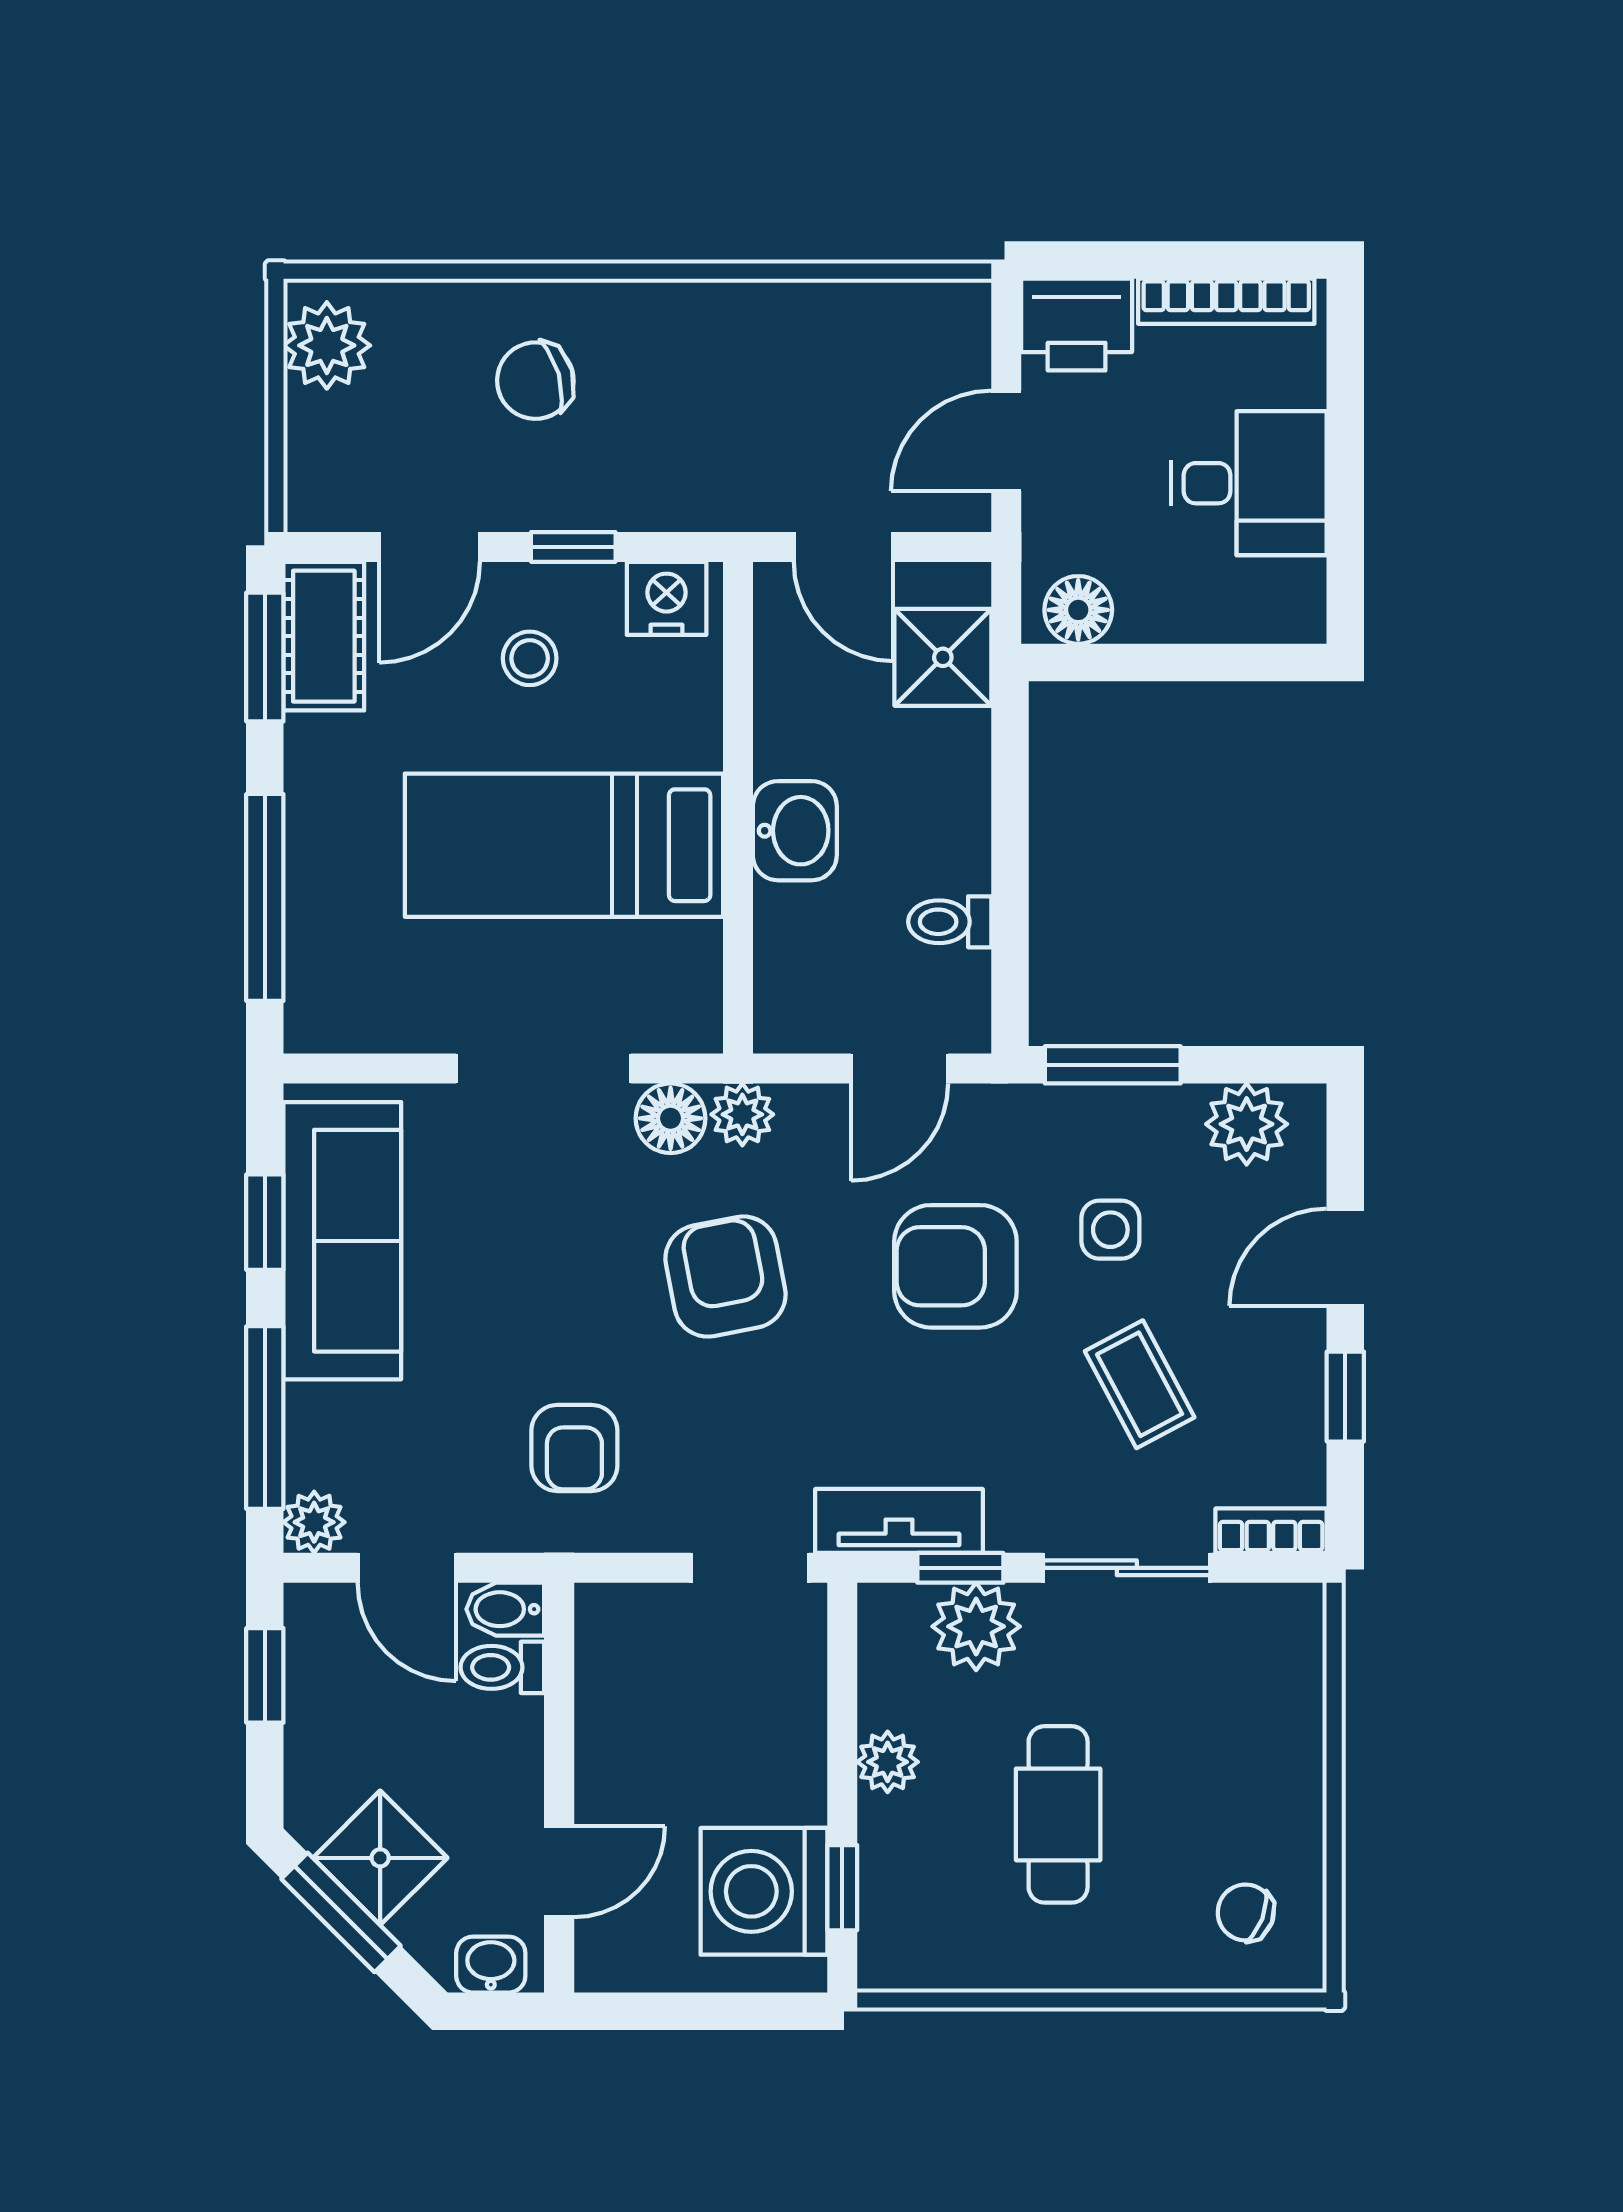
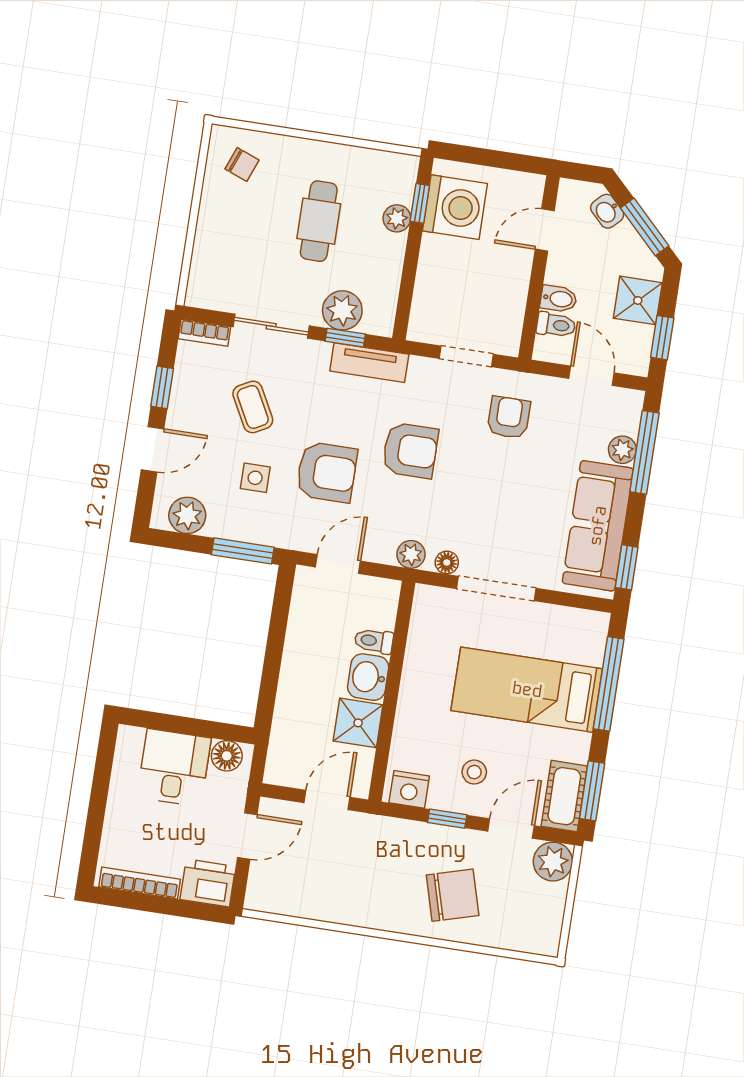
plant: (327, 345) -> (553, 862), moved
chair: (535, 381) -> (453, 895), width x1.37, depth x1.37
desk: (1249, 483) -> (174, 768), moved, turned 90
door: (843, 547) -> (327, 800), hinge flipped
shower: (943, 657) -> (358, 723), moved
bed: (564, 845) -> (527, 690), moved, turned 180
toilet: (950, 922) -> (374, 641), moved, turned 180
floor lamp: (671, 1118) -> (447, 562), width x0.73, depth x0.73
window: (265, 1222) -> (627, 567), moved
armchair: (726, 1277) -> (410, 450), moved, turned -79
plant: (314, 1522) -> (622, 450), moved
doorway: (750, 1568) -> (466, 356), moved
bidet: (505, 1609) -> (559, 299), moved
plant: (888, 1762) -> (397, 218), moved
shower: (380, 1858) -> (638, 300), moved, turned 45
washbasin: (491, 1965) -> (607, 211), moved, turned 45

